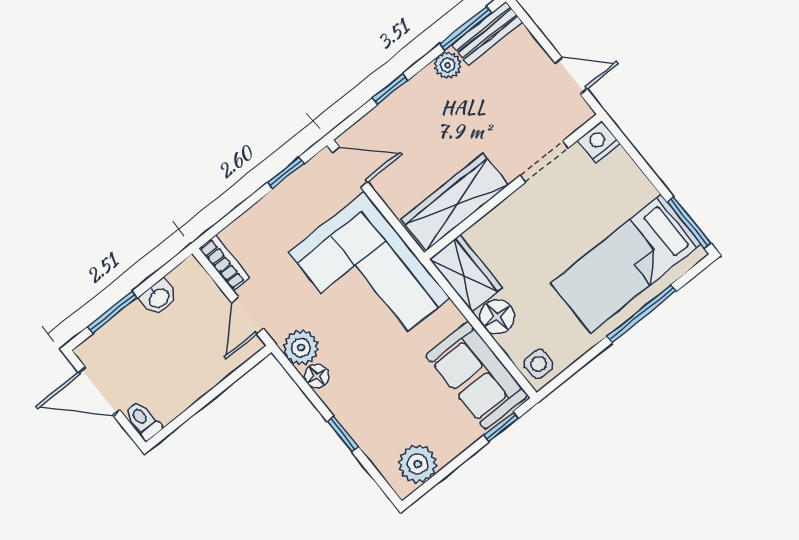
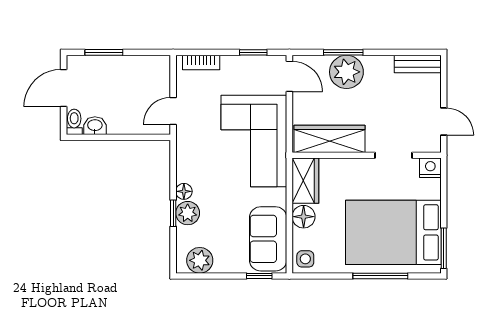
window: (466, 28) -> (408, 52), removed
plant: (448, 65) -> (346, 72), moved, width x1.88, depth x1.88
window: (390, 89) -> (343, 52), width x1.50
bookcase: (224, 263) -> (201, 62), moved, turned 90
bed: (626, 264) -> (393, 232), width x1.50
washbasin: (159, 298) -> (95, 126), moved, turned 180
plant: (301, 348) -> (188, 213), moved
floor lamp: (317, 376) -> (184, 191), moved
door: (99, 391) -> (64, 88), hinge flipped

